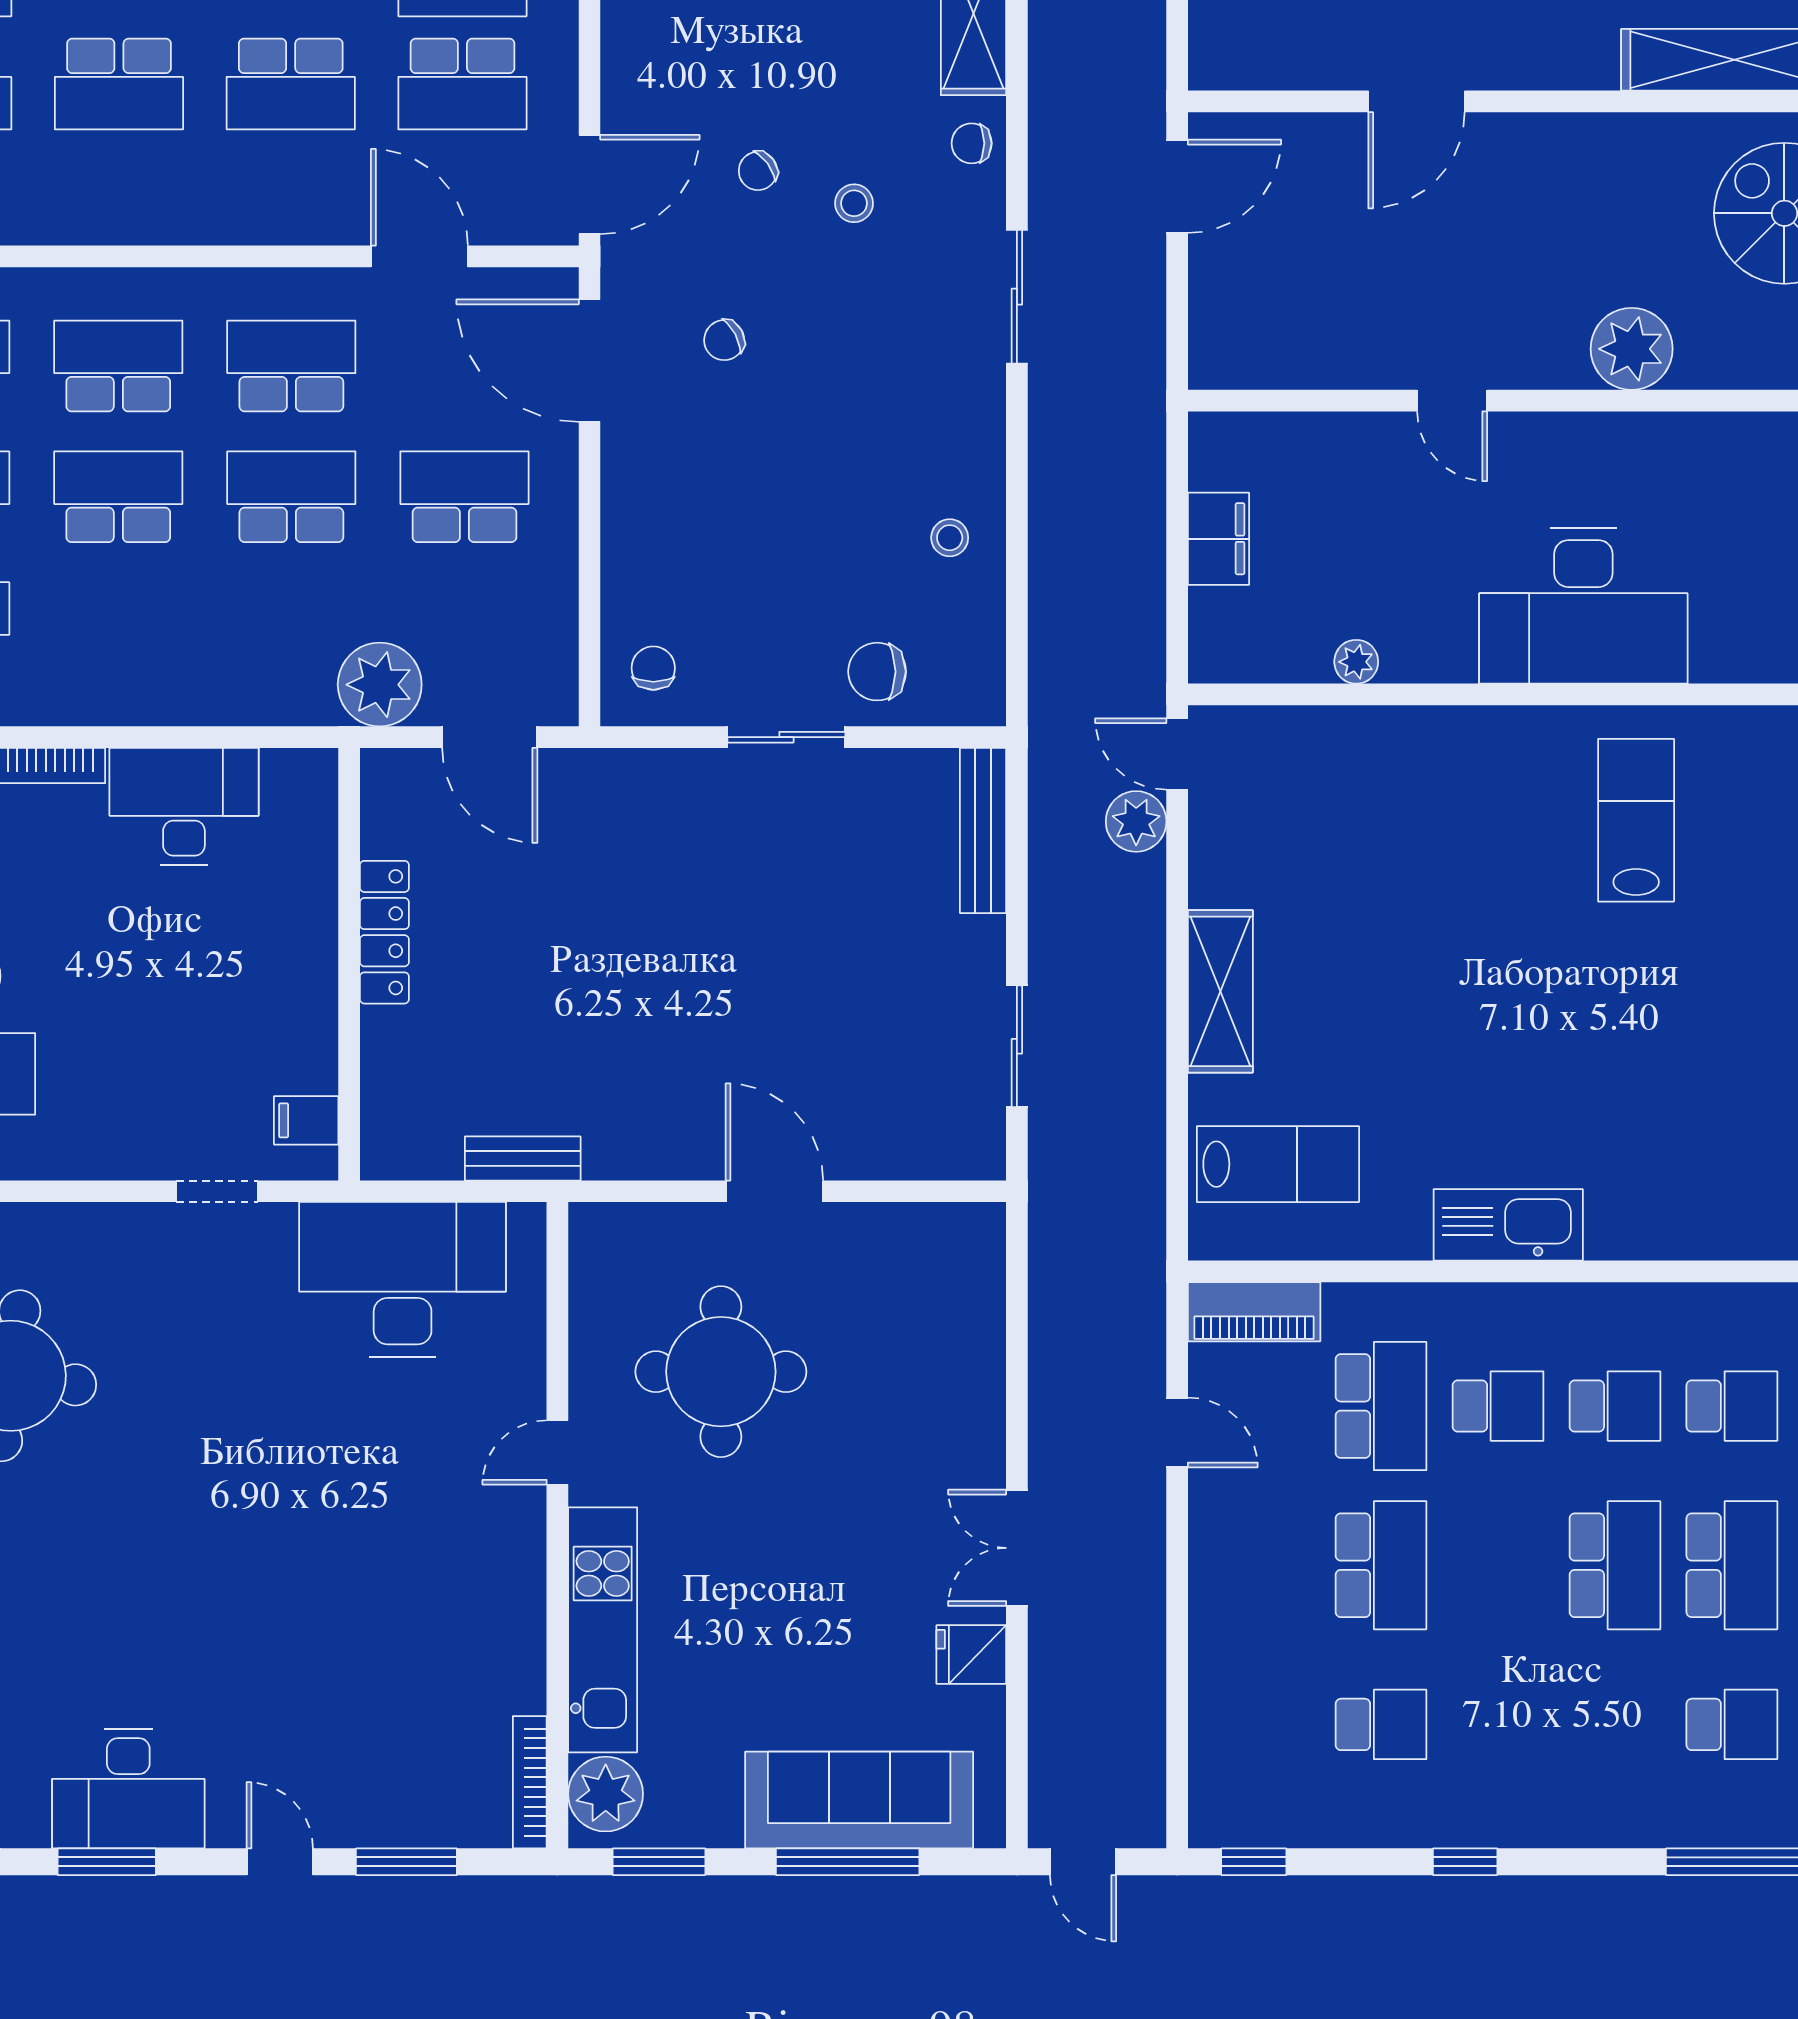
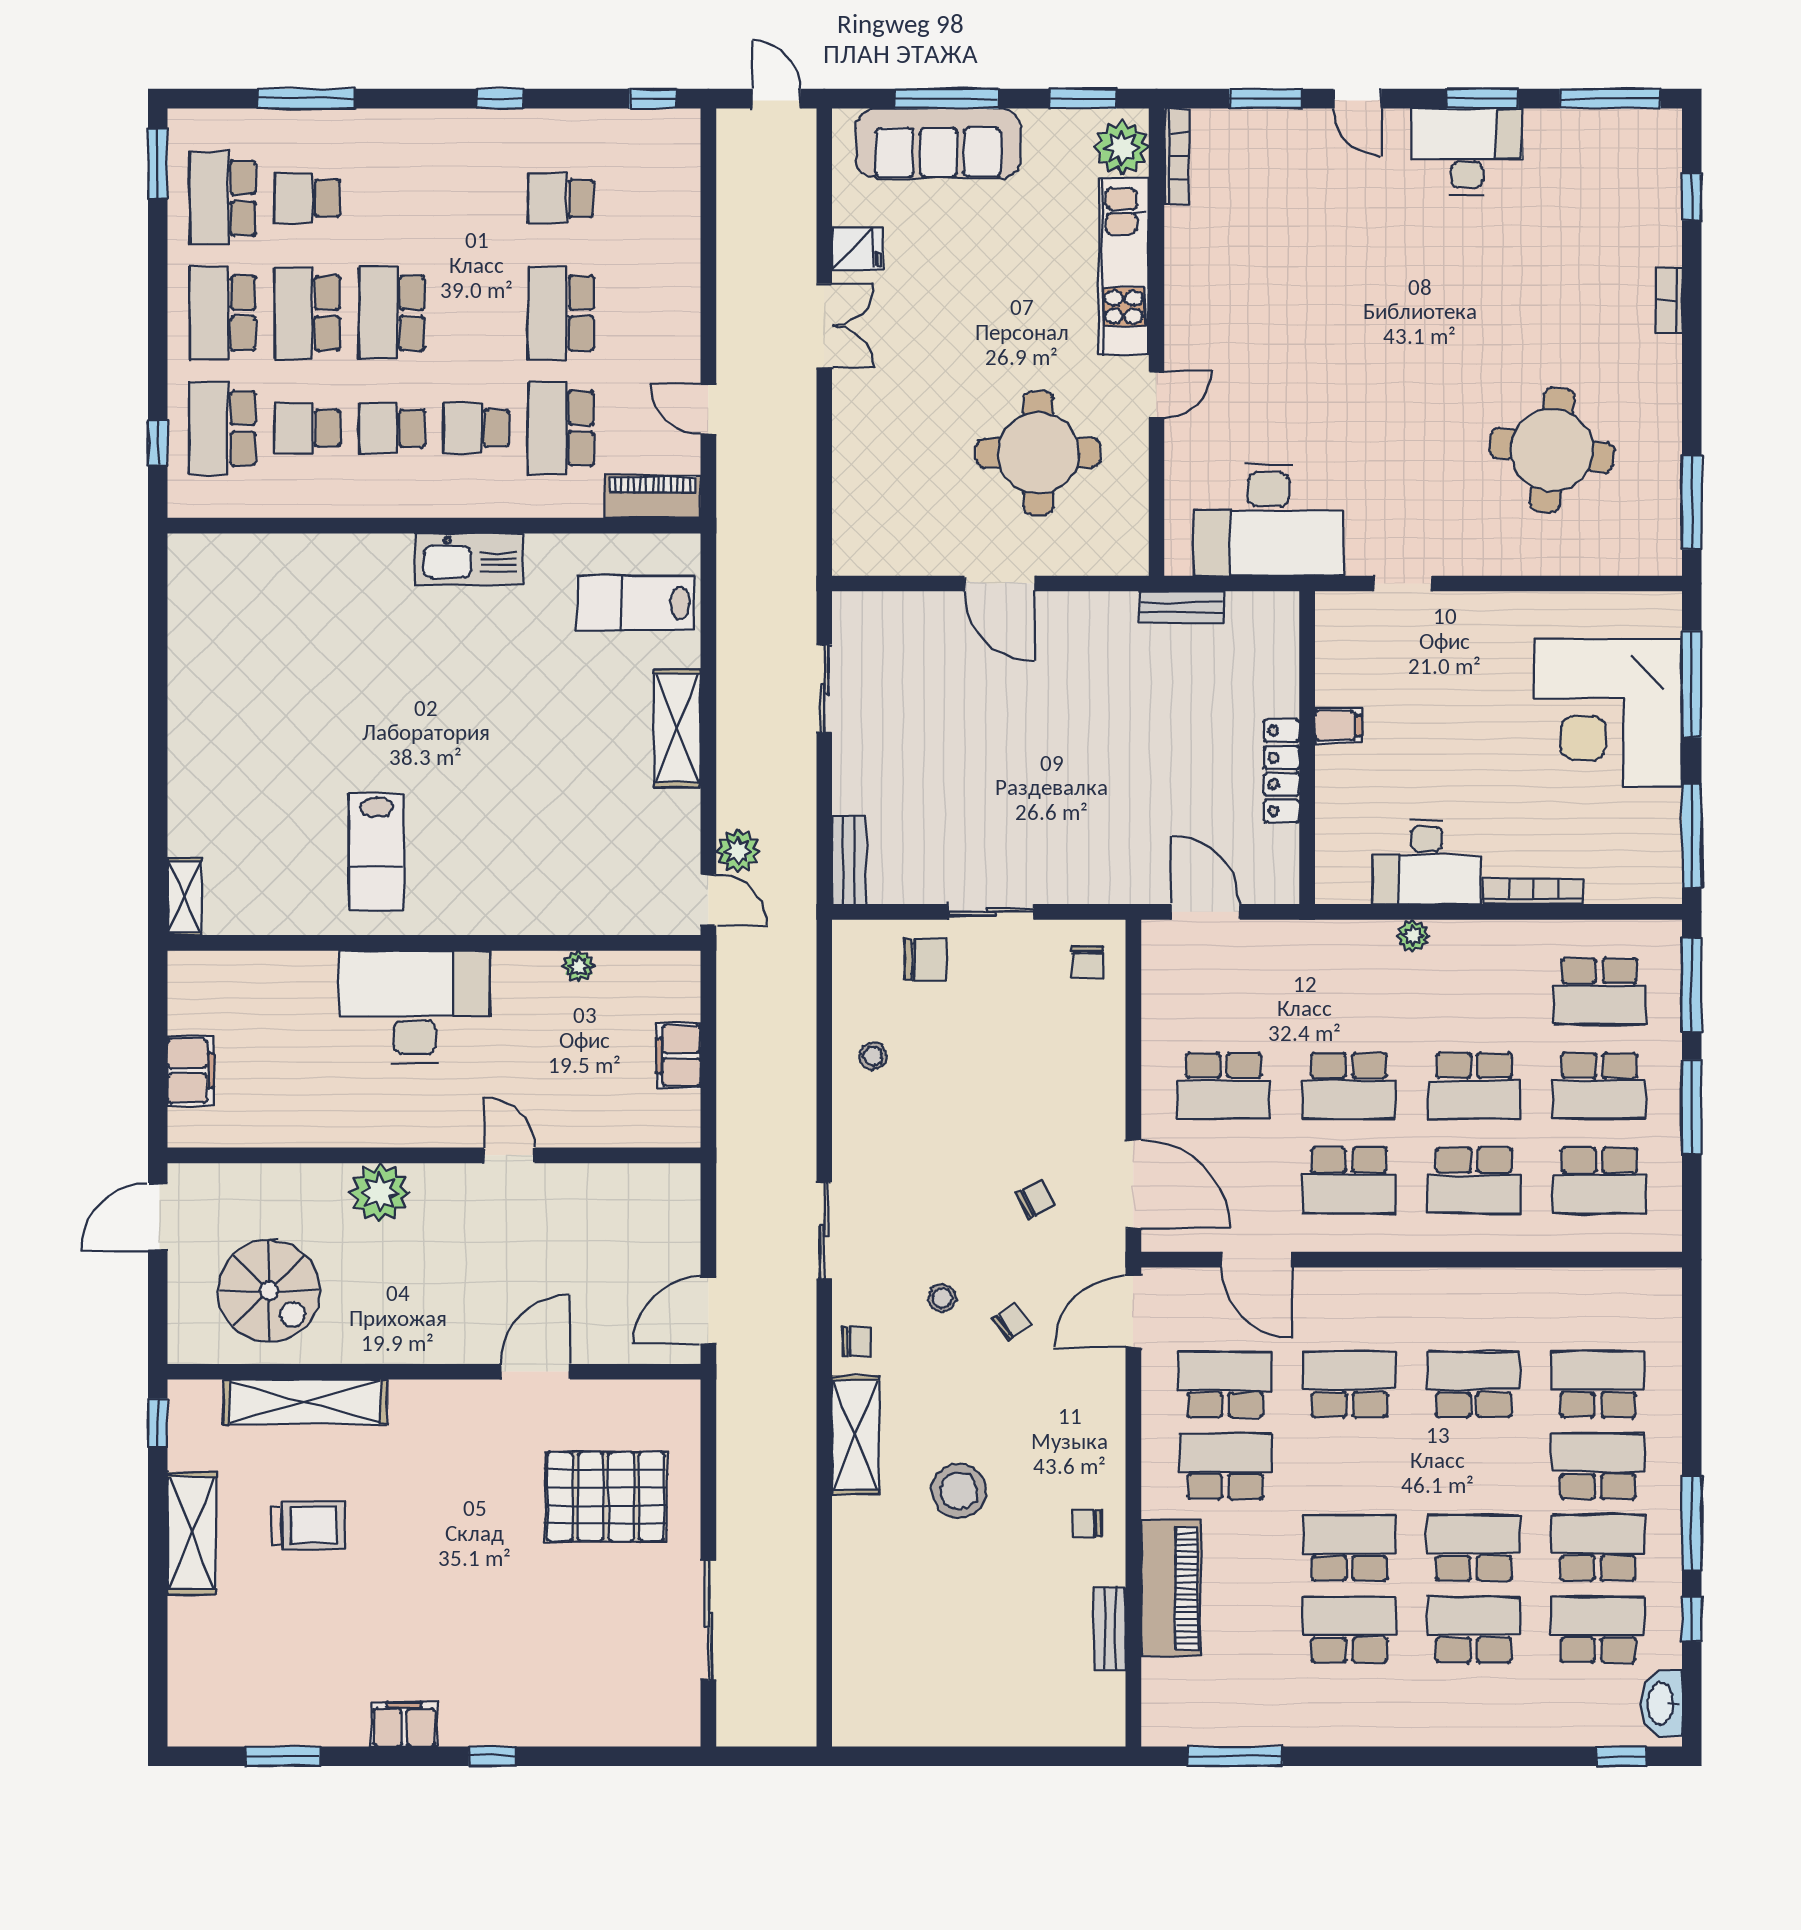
plant: (380, 685) -> (1413, 936), moved, width x0.53, depth x0.53
bench: (983, 831) -> (849, 860), width x0.73
filing cabinet: (306, 1120) -> (1338, 726), moved

